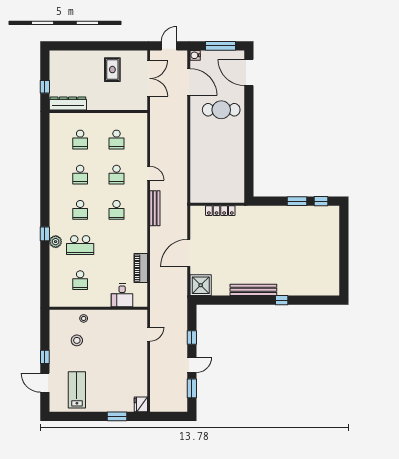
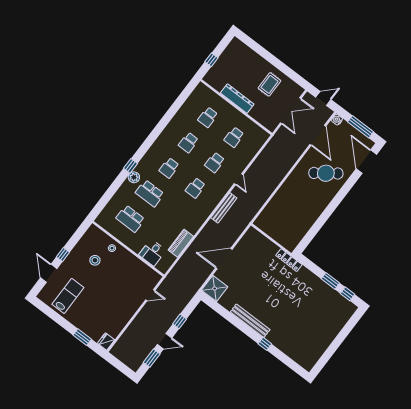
dresser: (68, 104) -> (237, 99), moved
cafe table: (221, 110) -> (326, 173), turned -36
locker: (220, 211) -> (289, 260), moved
school desk: (80, 280) -> (130, 219), width x1.85

